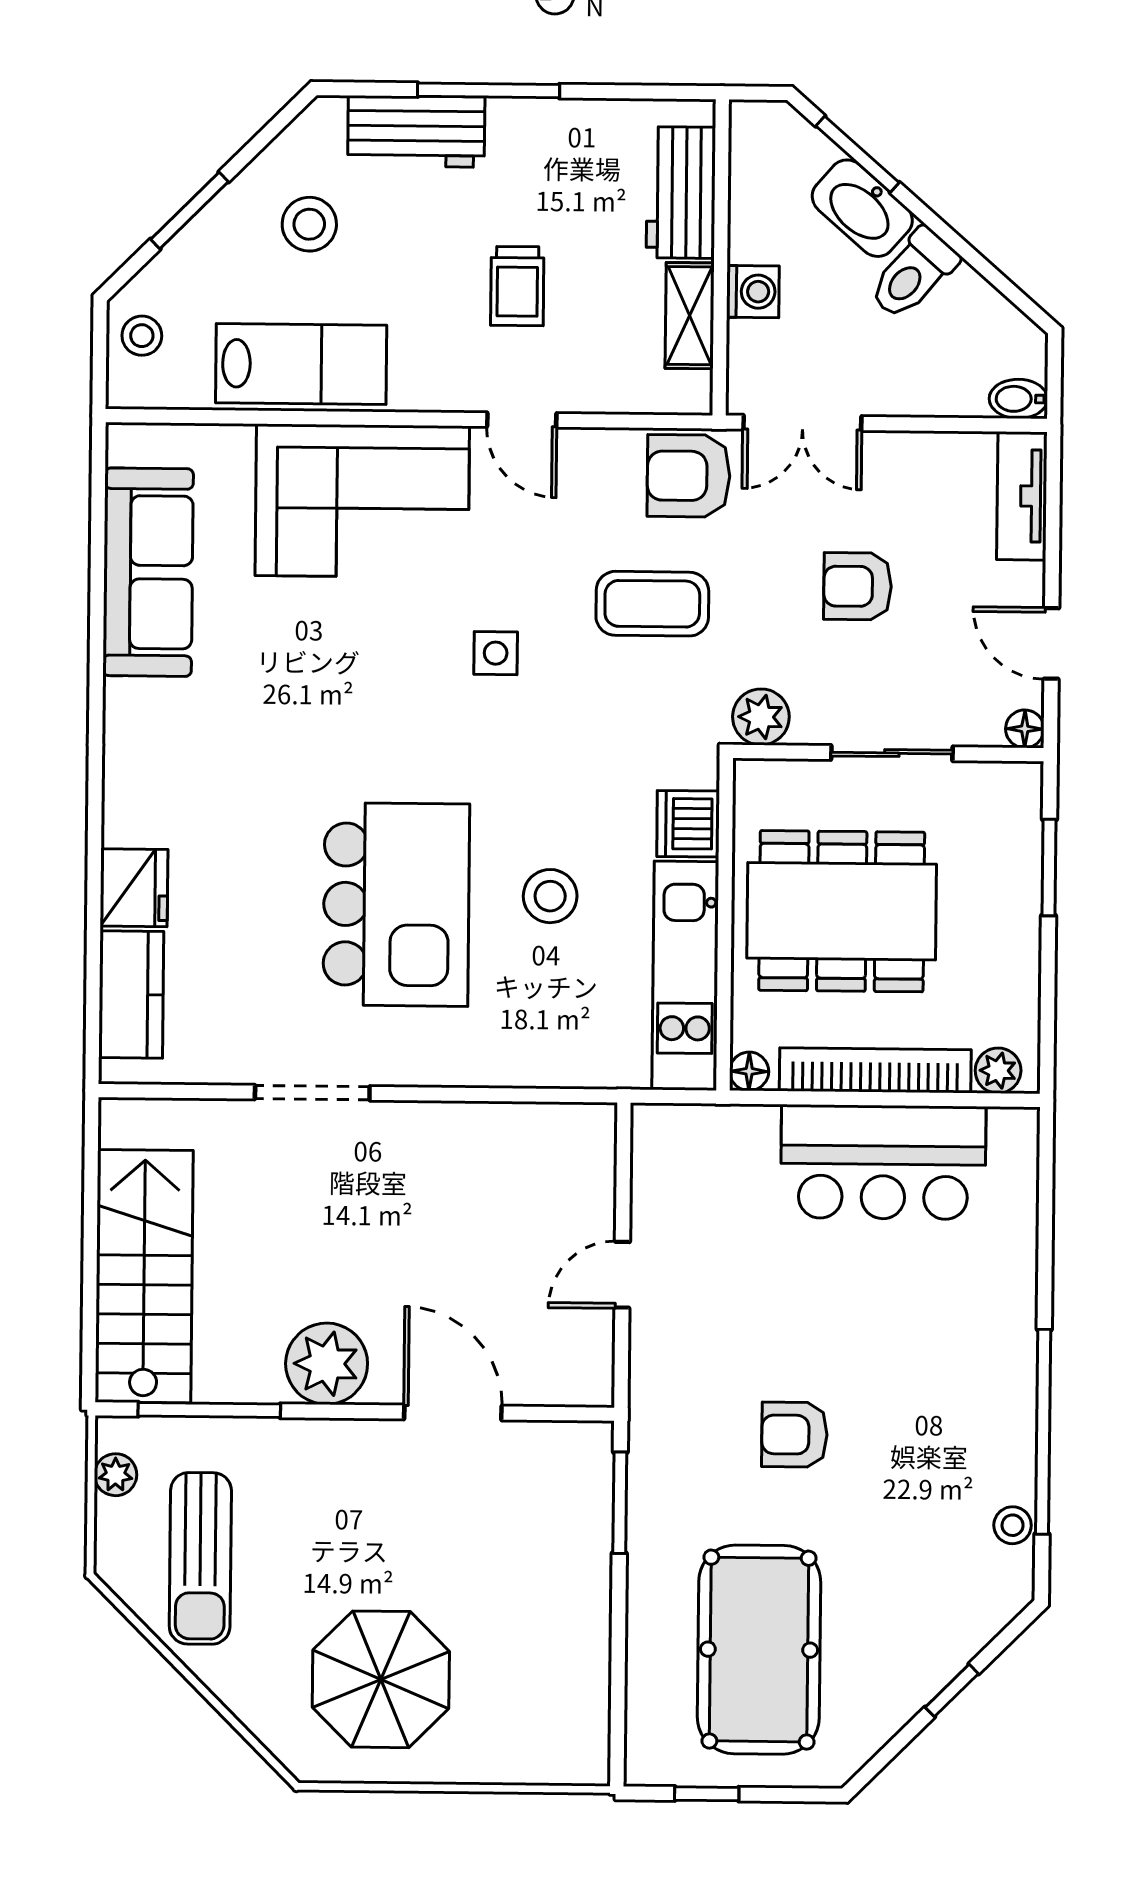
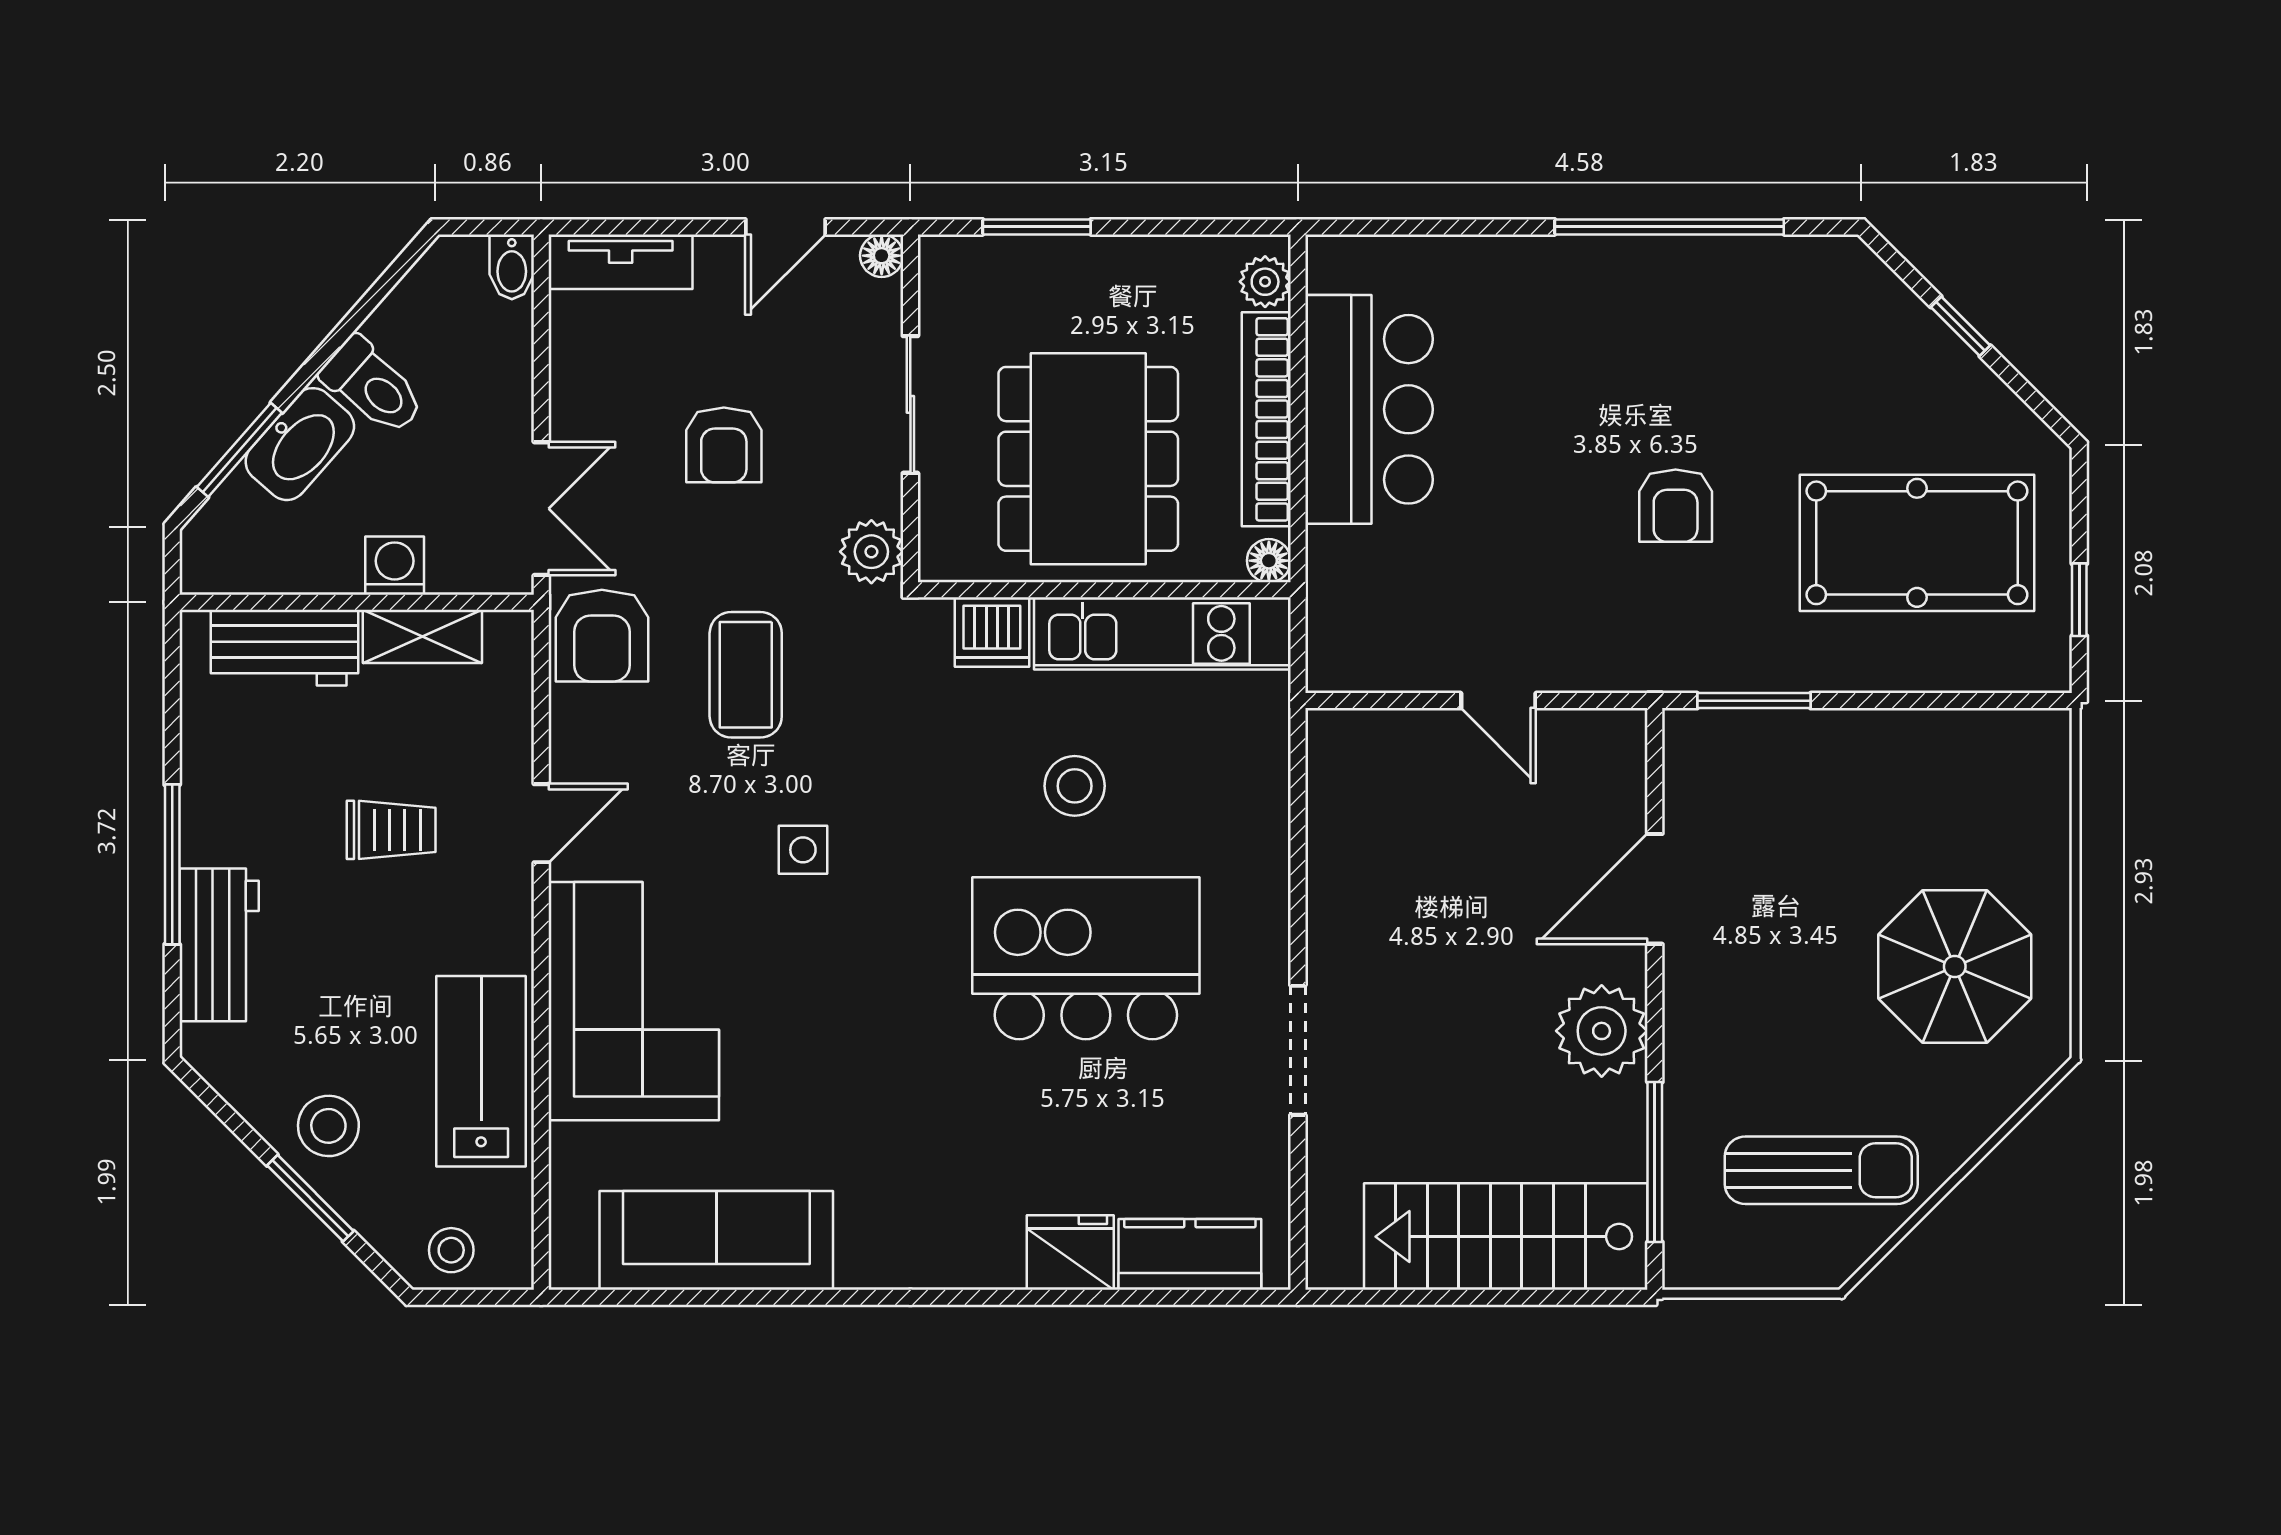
stool: (309, 224) -> (328, 1126), moved
plant: (116, 1475) -> (1728, 1266), removed
stool: (1013, 1525) -> (1775, 260), removed

